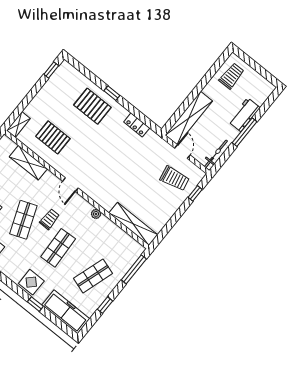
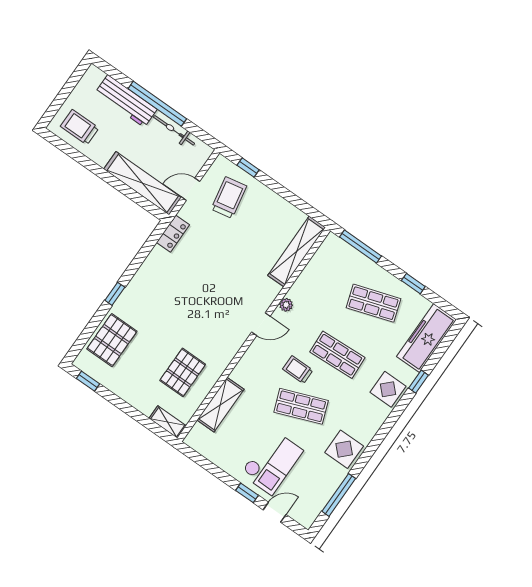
pallet: (92, 106) -> (112, 340), moved
workbench: (244, 115) -> (126, 101), width x1.38
locker: (137, 125) -> (173, 234), moved
window: (245, 132) -> (157, 104), width x1.46
bicycle: (216, 154) -> (174, 130), moved
door: (70, 185) -> (261, 324), moved
shop shelf: (93, 276) -> (374, 303), turned -36

